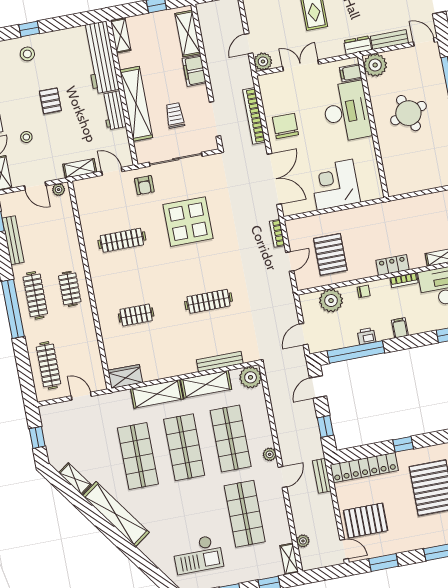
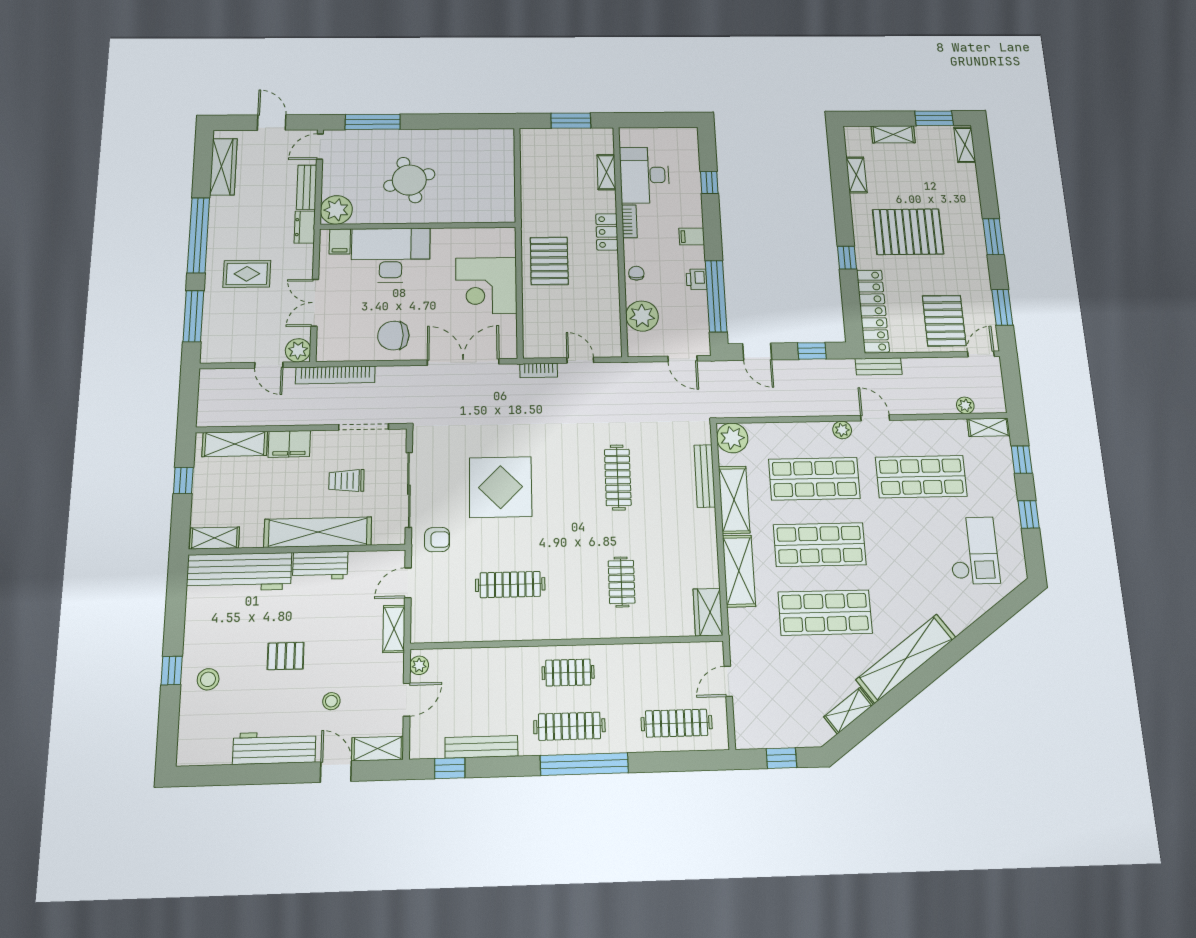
bookcase: (254, 116) -> (335, 375), moved
clothes rail: (122, 240) -> (510, 585), turned 90
pallet: (330, 254) -> (549, 261), moved, turned 90

